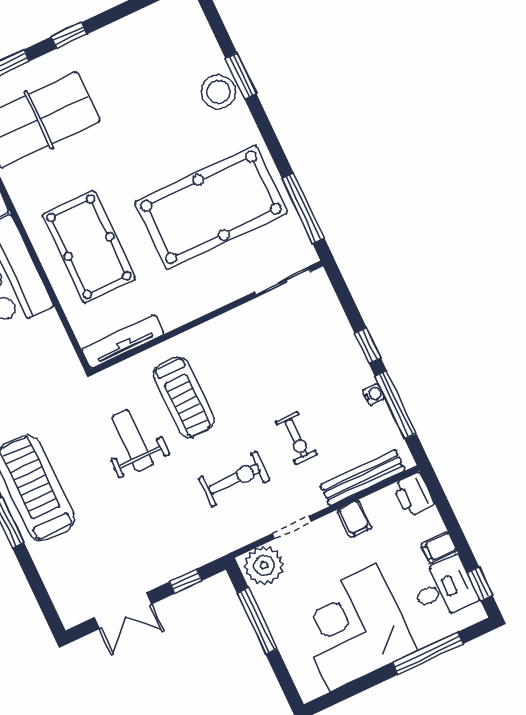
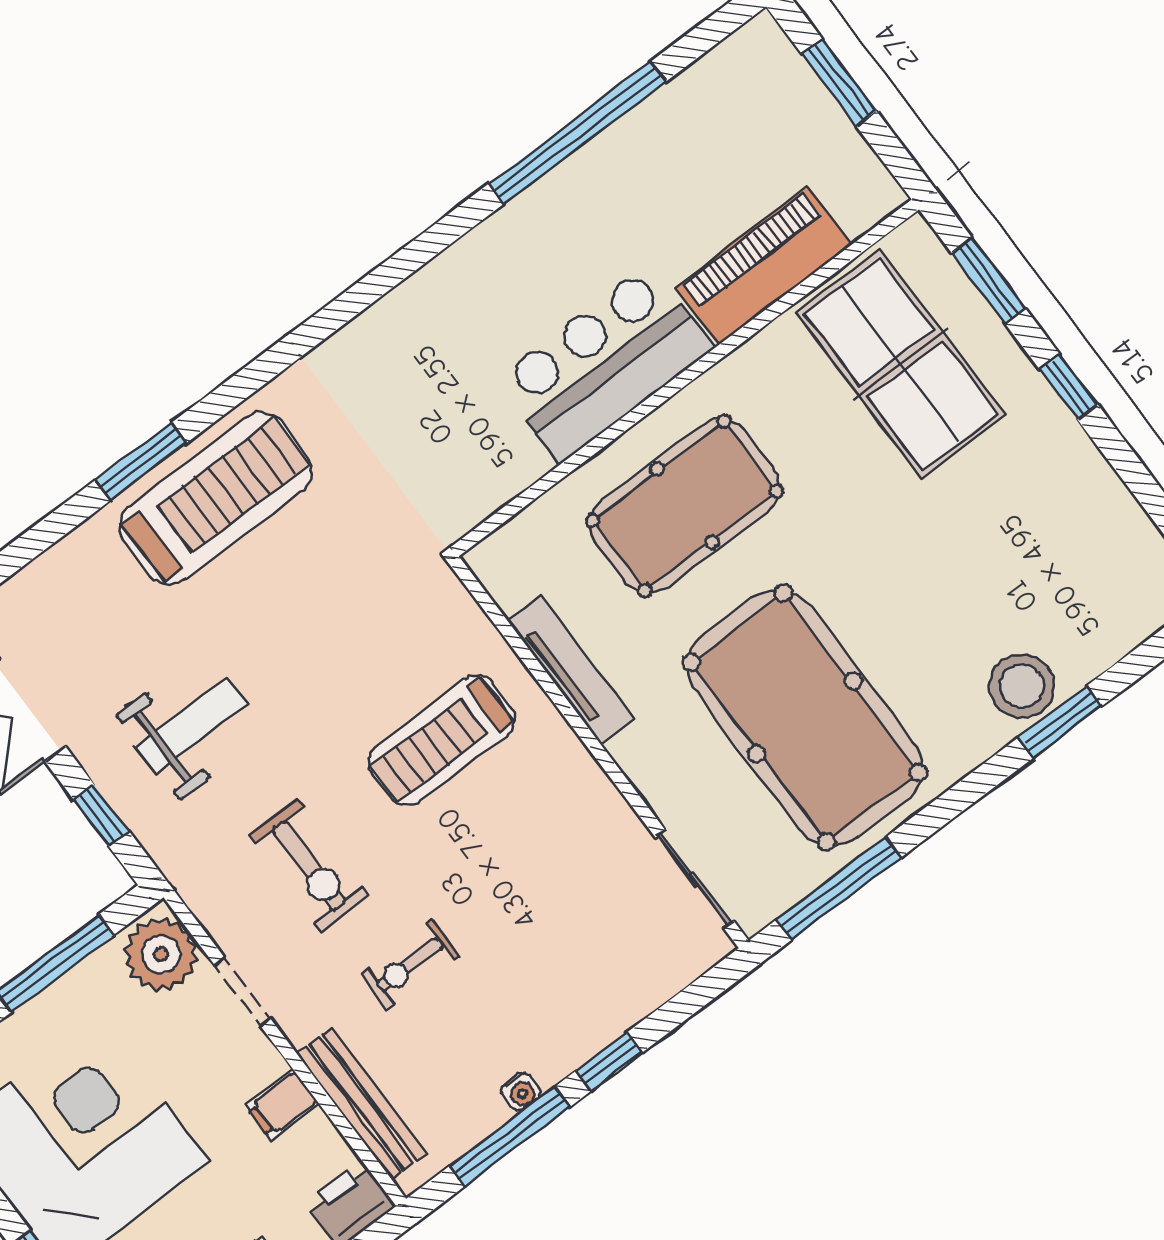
tv unit: (123, 341) -> (571, 670), moved
weight bench: (132, 441) -> (191, 725), moved

